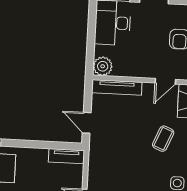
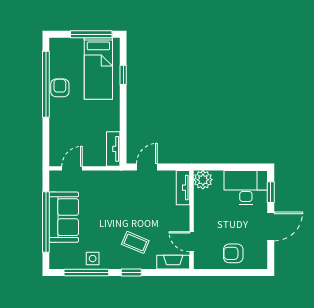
tv unit: (117, 87) -> (183, 188), width x0.71

